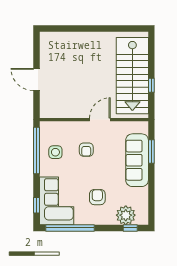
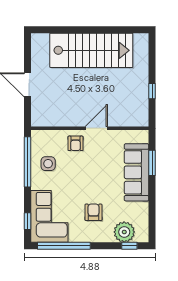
stairs: (132, 76) -> (91, 50), moved, turned -90
armchair: (86, 150) -> (76, 143), moved

